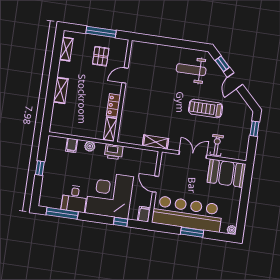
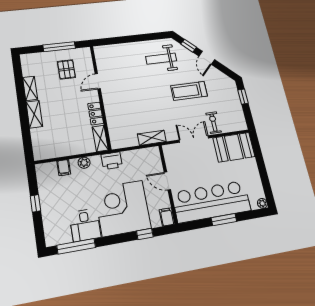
shelving: (66, 49) -> (30, 88), moved

